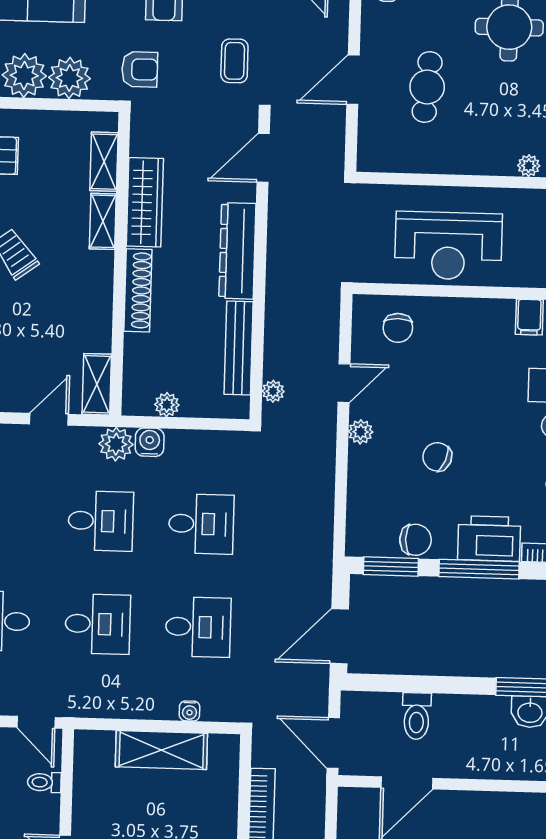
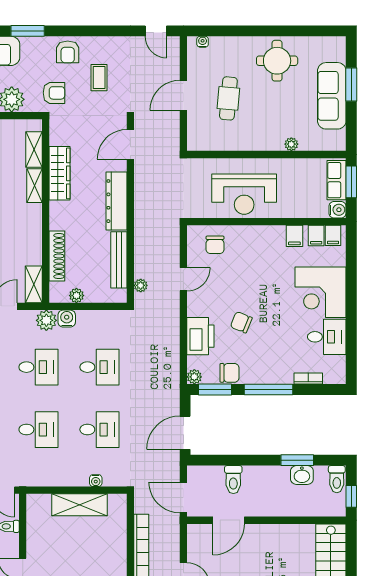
coffee table: (234, 61) -> (99, 78), moved
shoe rack: (138, 290) -> (57, 256), moved
plant: (361, 432) -> (194, 377), moved
printer: (489, 539) -> (200, 336), moved, turned 90

